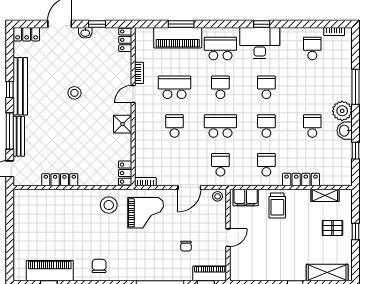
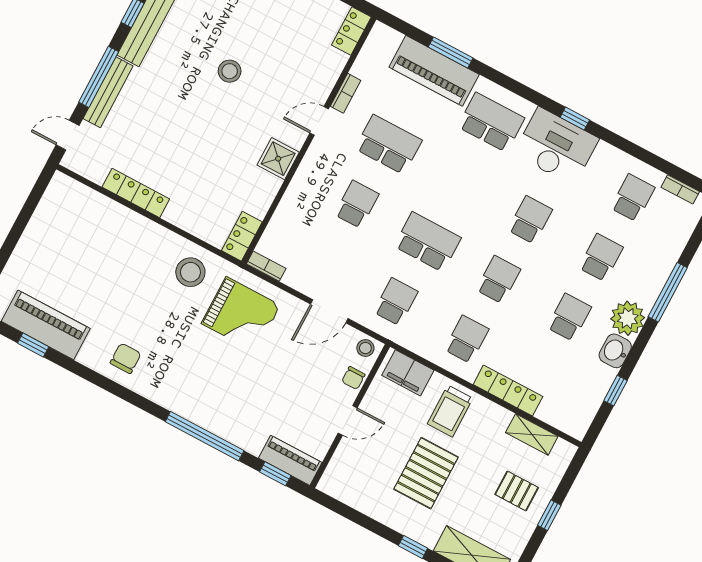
school desk: (220, 87) -> (601, 257), moved
pallet: (282, 243) -> (426, 473), added
chair: (186, 246) -> (353, 378), moved

